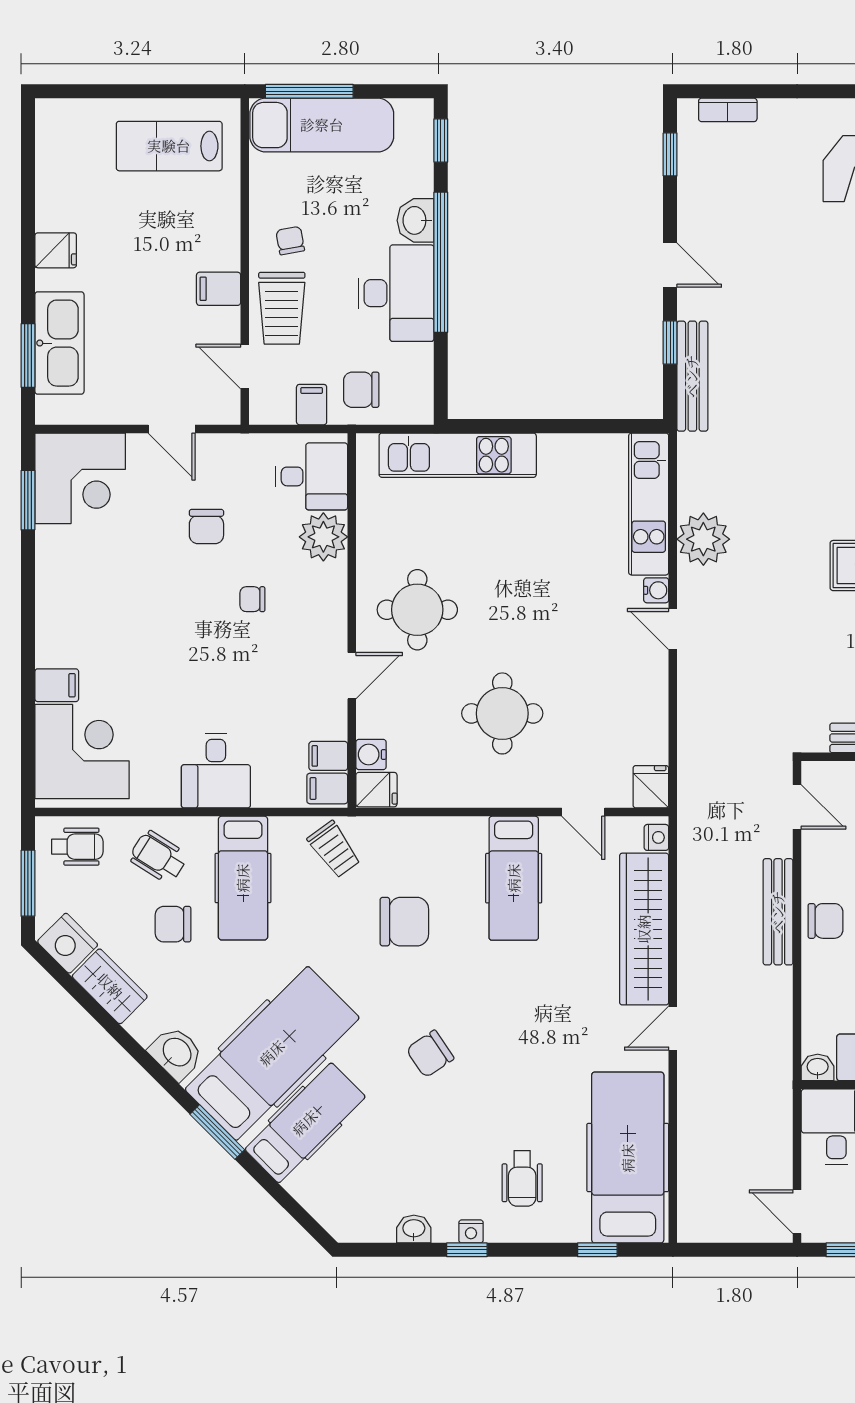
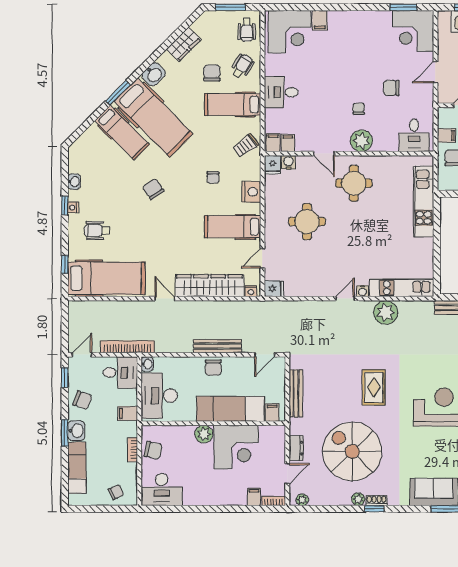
plant: (323, 537) -> (361, 141), moved
chair: (404, 922) -> (213, 177), width x0.54, depth x0.54
nightstand: (68, 943) -> (251, 192), moved, turned 135
bookcase: (779, 1111) -> (128, 347), added

